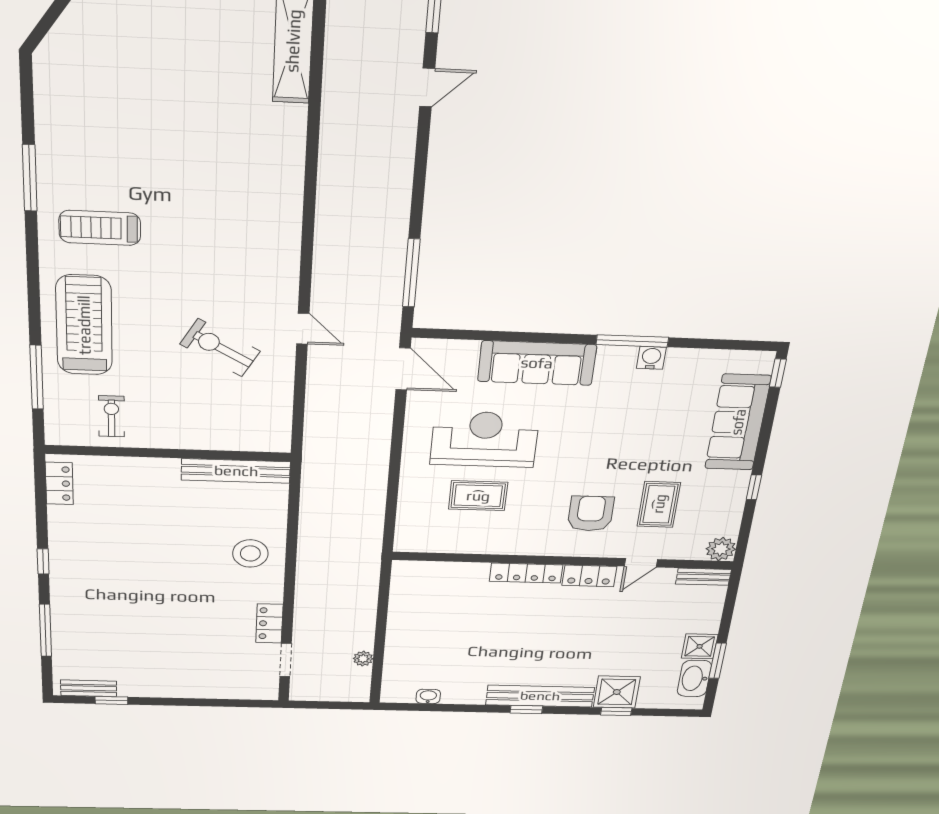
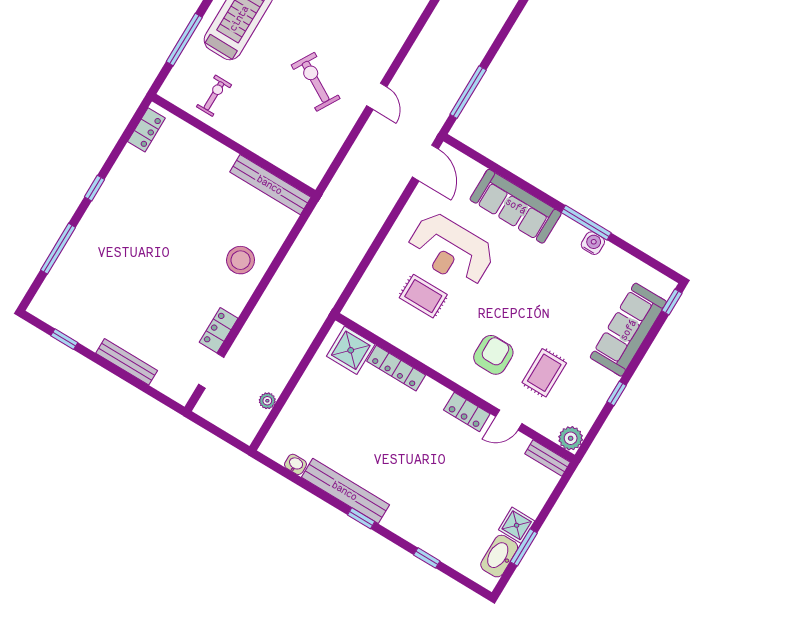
reception desk: (484, 439) -> (451, 250), turned 180
locker: (526, 573) -> (396, 368), moved
bench: (89, 688) -> (127, 362), moved, width x1.36
shower: (617, 692) -> (351, 350), moved
bench: (540, 696) -> (345, 491), moved

